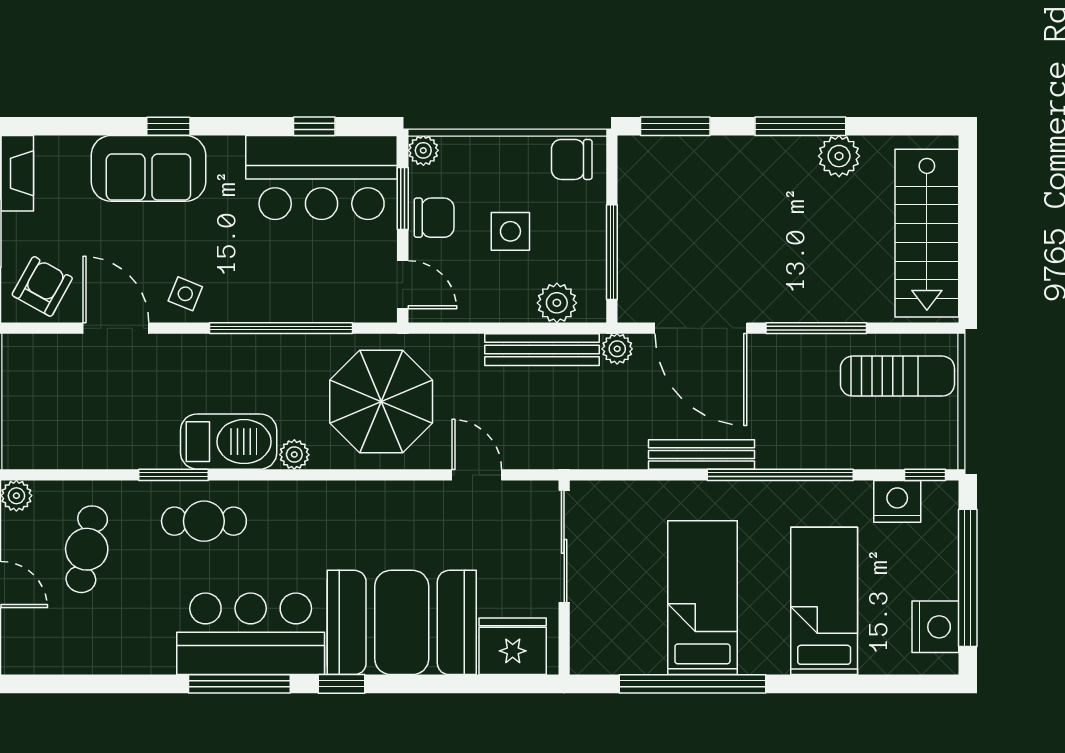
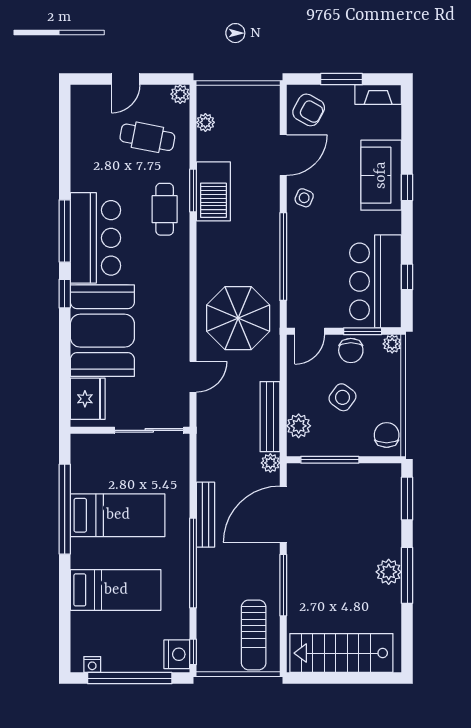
plant: (839, 156) -> (389, 572), moved
side table: (510, 231) -> (342, 397), turned 36
barbecue: (229, 442) -> (213, 191), moved
plant: (294, 455) -> (205, 122), moved
nightstand: (897, 501) -> (177, 654), moved
nightstand: (935, 627) -> (92, 665), width x0.53, depth x0.56

